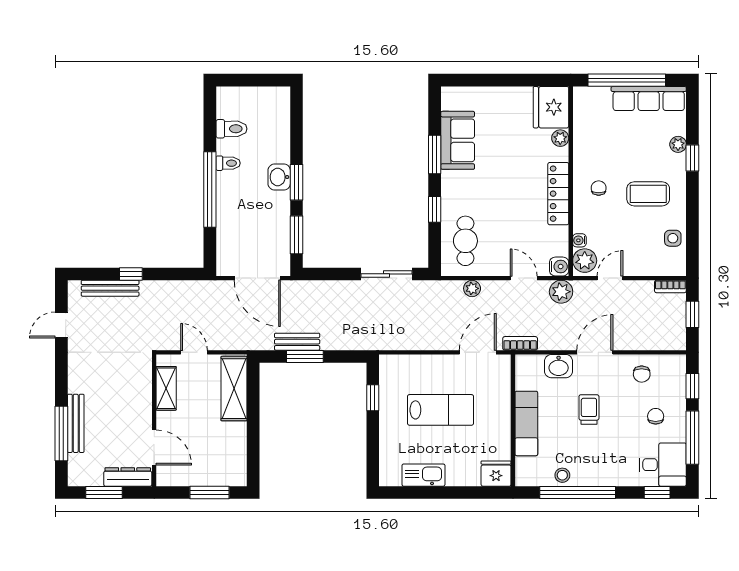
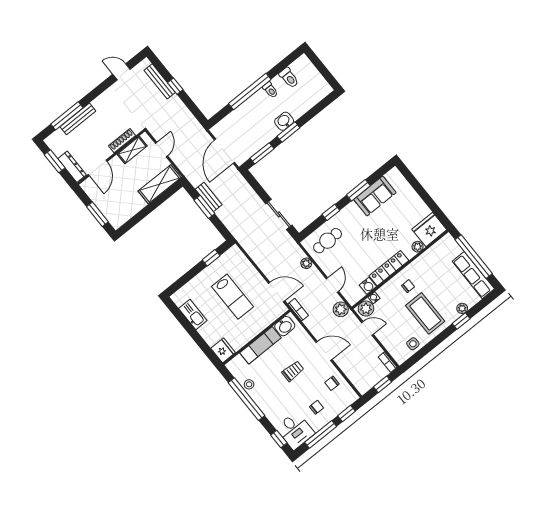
coffee table: (648, 194) -> (425, 313), width x1.36, depth x1.32
water cooler: (559, 267) -> (368, 286), moved
washbasin: (559, 366) -> (285, 326), moved, turned -90
shoe rack: (145, 391) -> (122, 141), added

